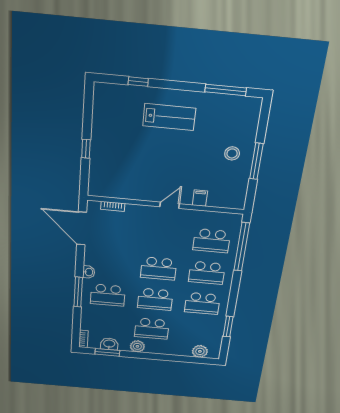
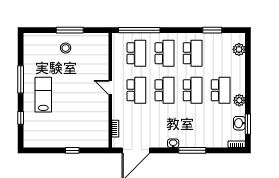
window: (226, 90) -> (21, 79), moved
filing cabinet: (200, 198) -> (102, 66), removed
school desk: (108, 295) -> (136, 90), moved

